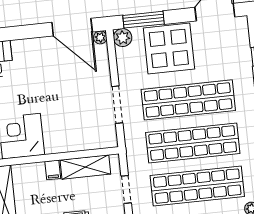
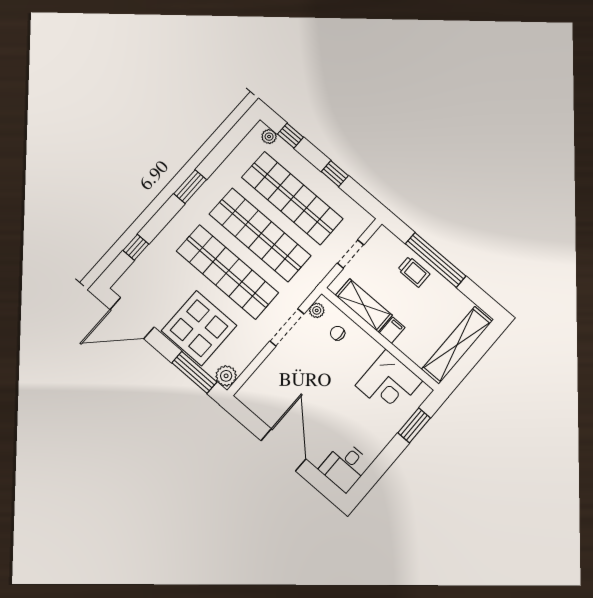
door: (72, 27) -> (283, 450), moved
plant: (100, 37) -> (317, 310), moved
chair: (83, 133) -> (338, 333), added

